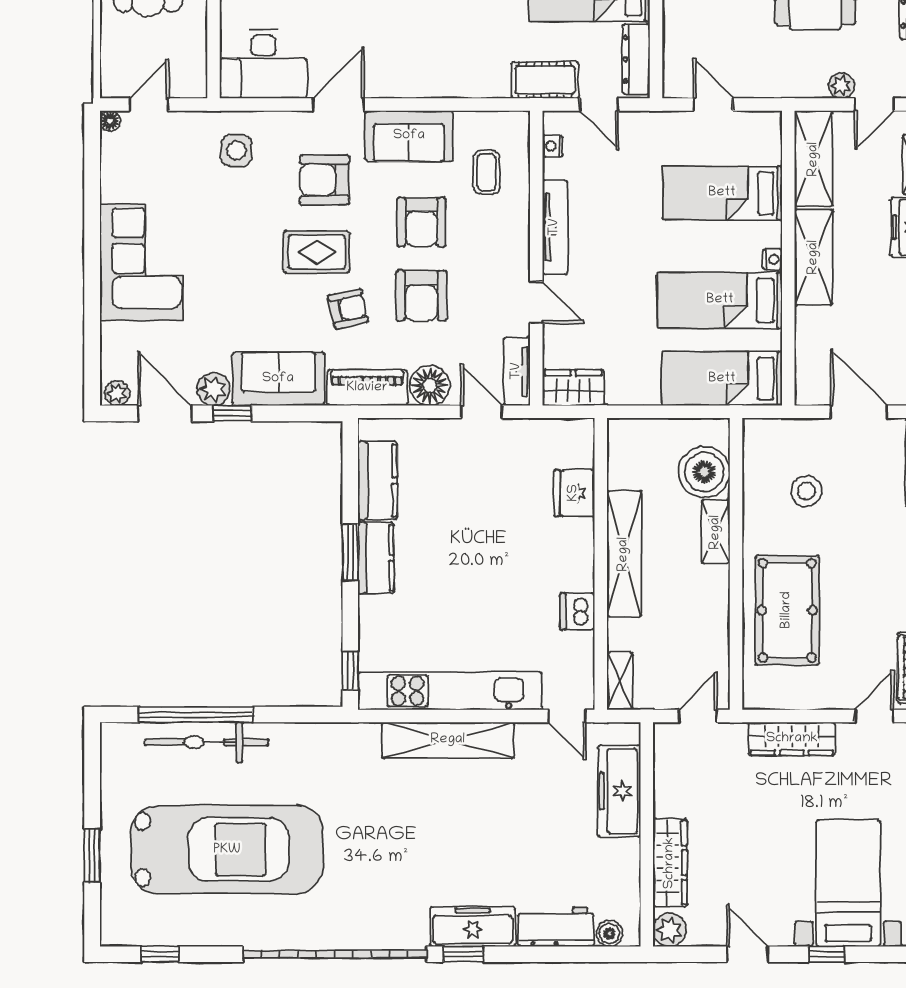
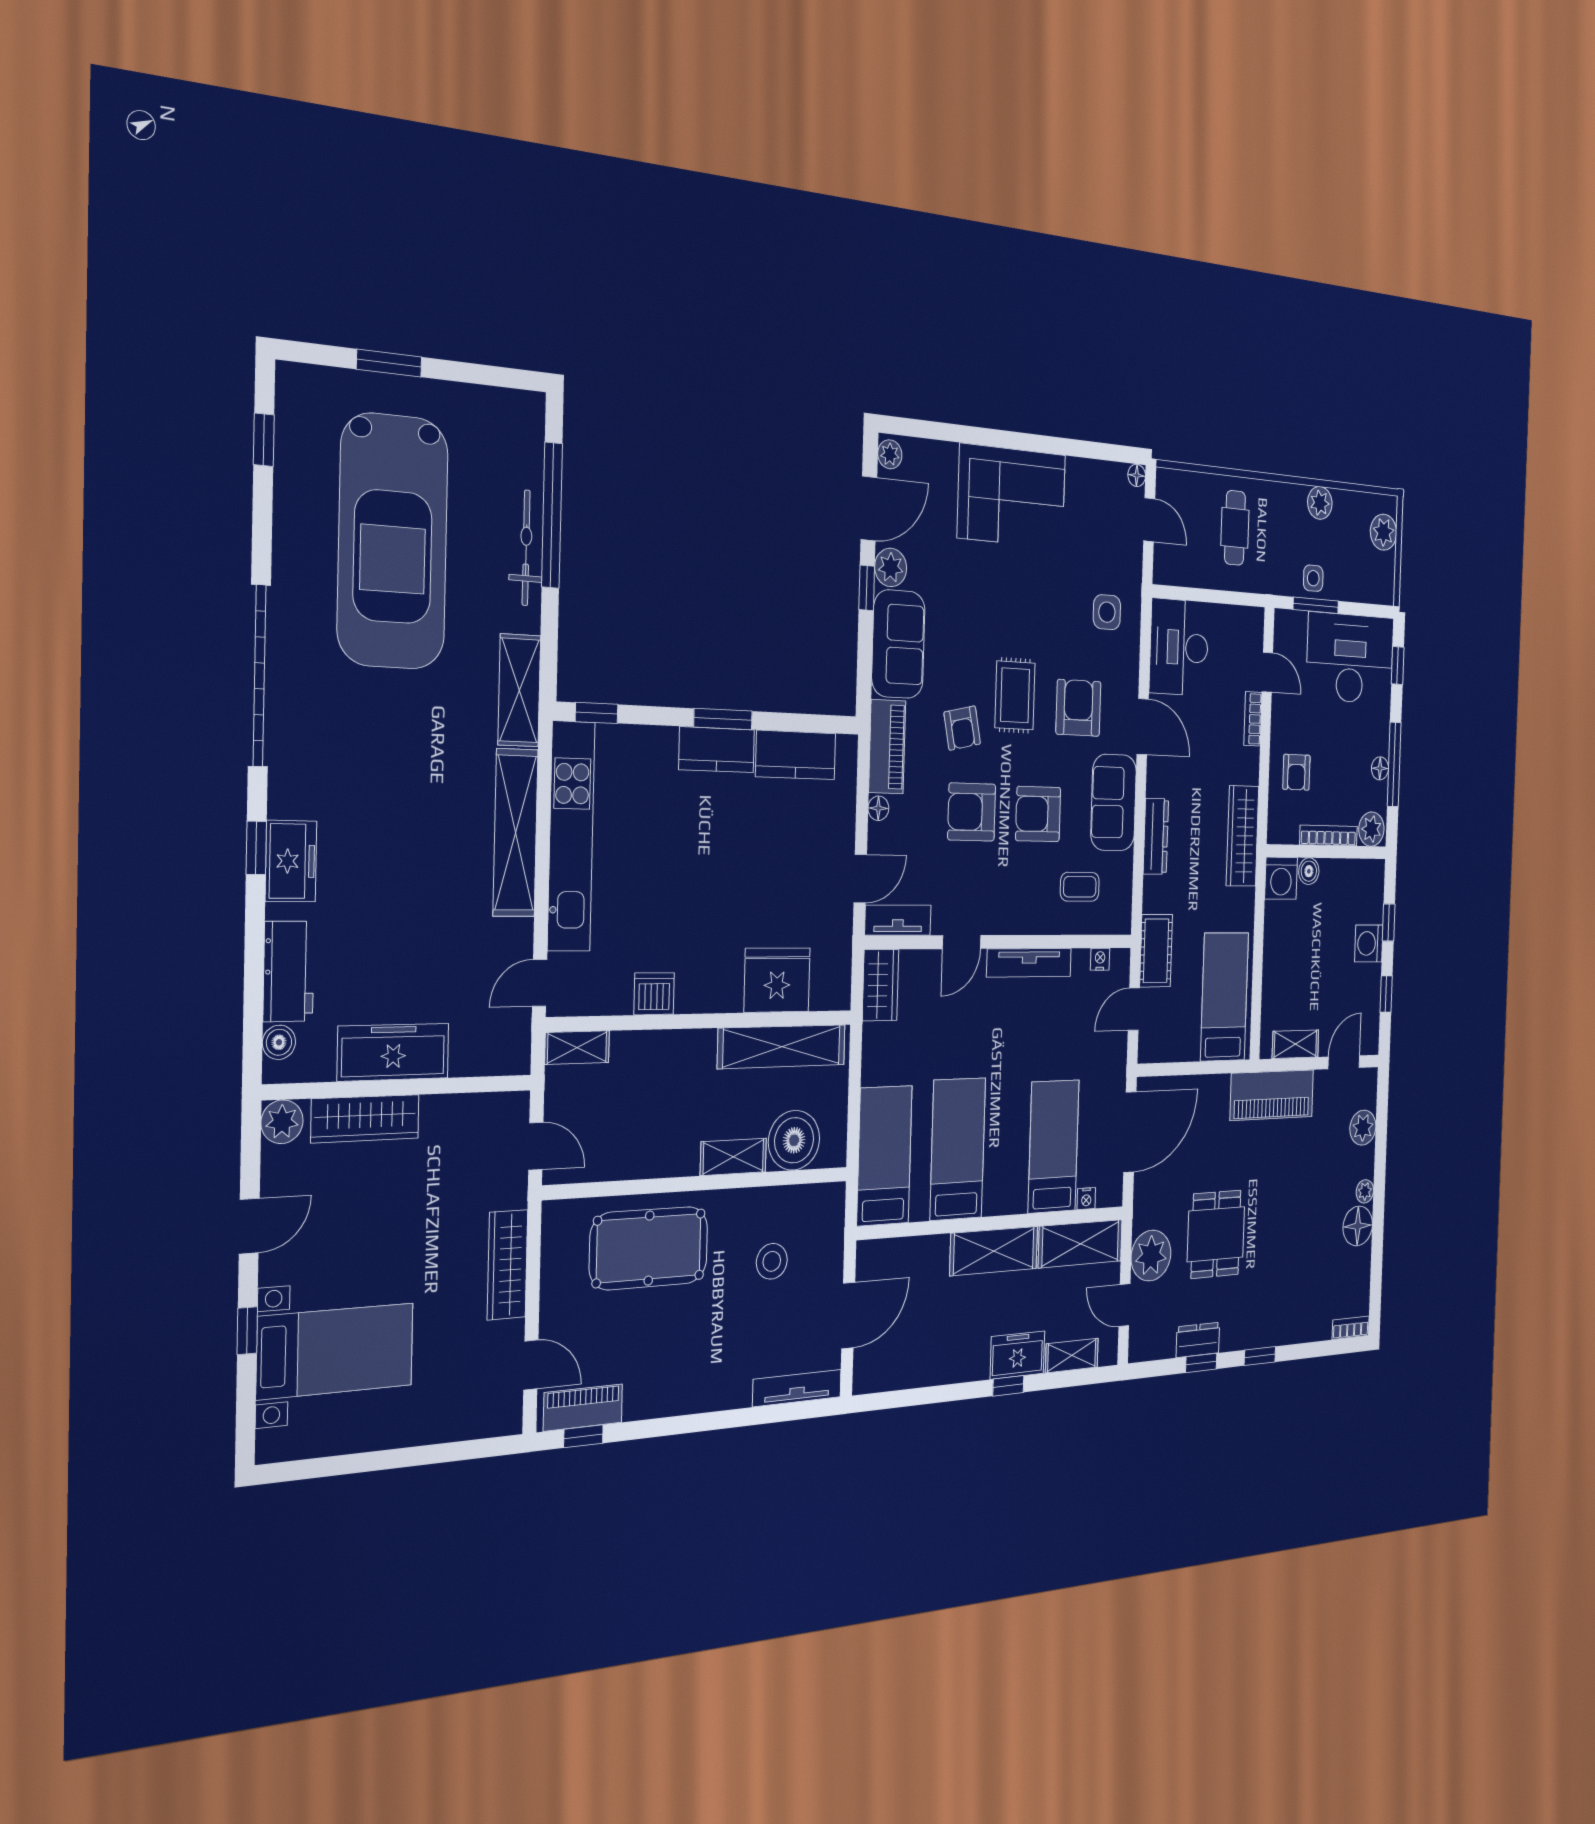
dresser: (636, 59) -> (1156, 836), moved, turned 90
plant: (841, 86) -> (1151, 1256), width x1.87, depth x1.87
door: (713, 104) -> (1130, 1132), width x1.88
nightstand: (772, 259) -> (1086, 1199), moved
floor lamp: (430, 386) -> (878, 808), width x0.53, depth x0.53
fridge: (574, 493) -> (777, 980), width x1.36, depth x1.34
shelving: (624, 554) -> (782, 1047), moved
shelving: (335, 740) -> (519, 690), added
bicycle: (207, 742) -> (526, 548), width x0.73, depth x0.71
freezer: (619, 791) -> (393, 1052), moved
freezer: (473, 927) -> (291, 861), width x0.71
garage door: (335, 954) -> (259, 676), width x0.73

